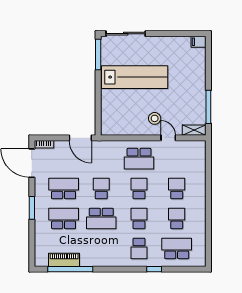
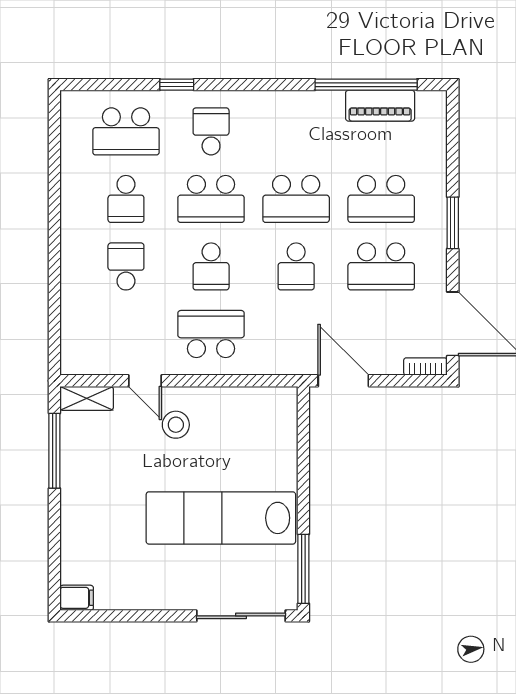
school desk: (177, 189) -> (126, 266), turned 180
school desk: (101, 218) -> (296, 199), turned 180
school desk: (139, 218) -> (211, 199), width x1.85

